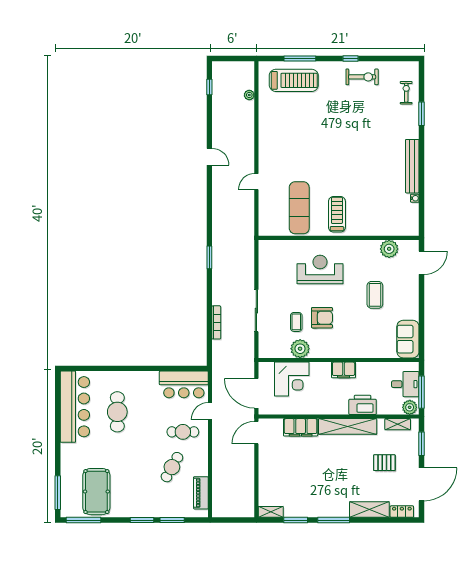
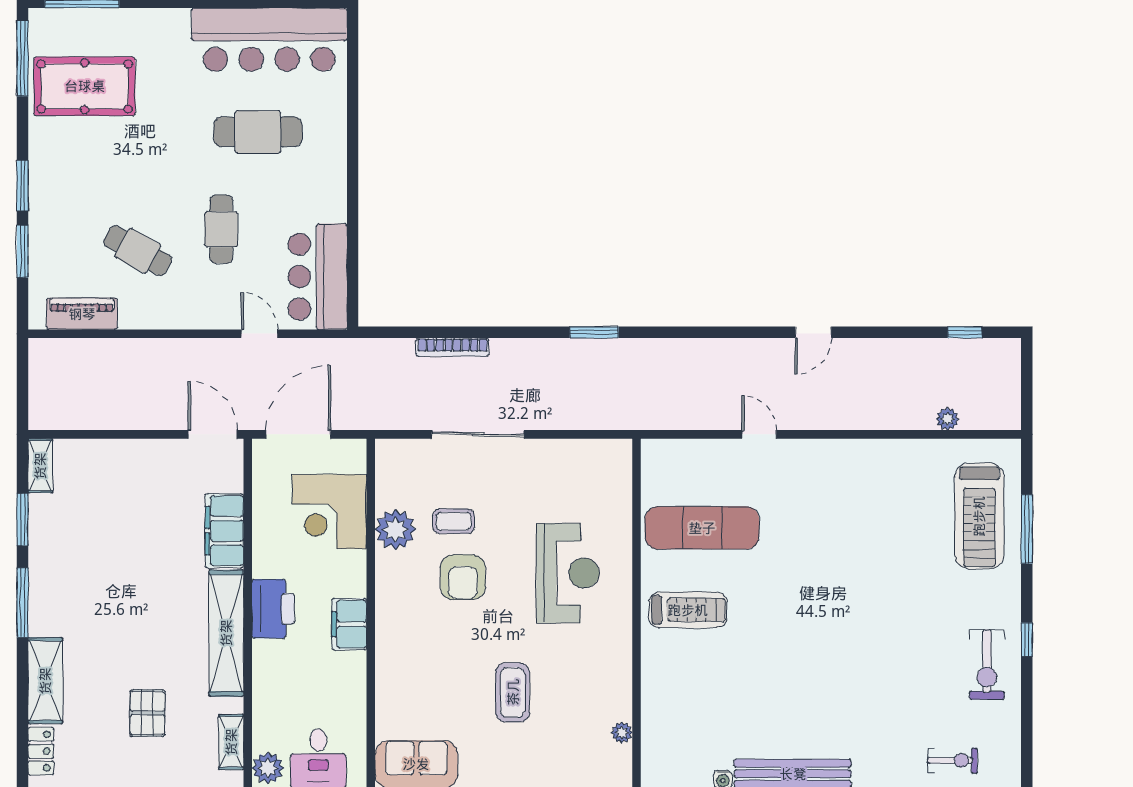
plant: (389, 249) -> (622, 733), width x0.53, depth x0.53
coffee table: (375, 295) -> (513, 692), turned 90
printer: (363, 405) -> (273, 609), moved
cafe table: (183, 432) -> (221, 229), moved

